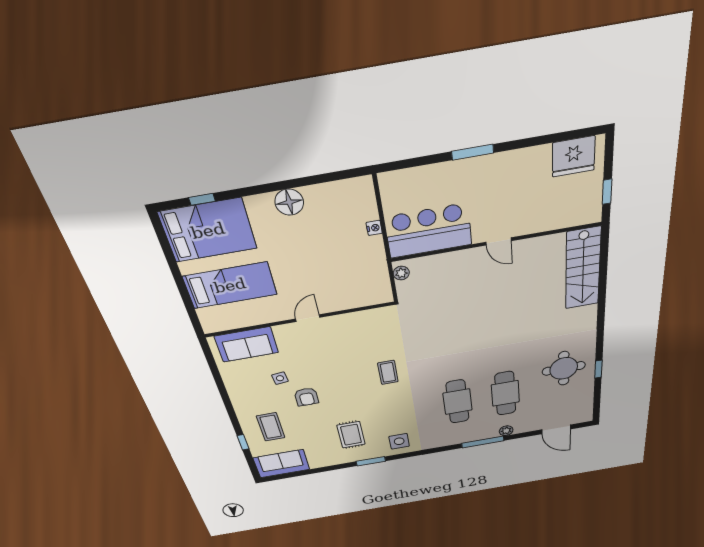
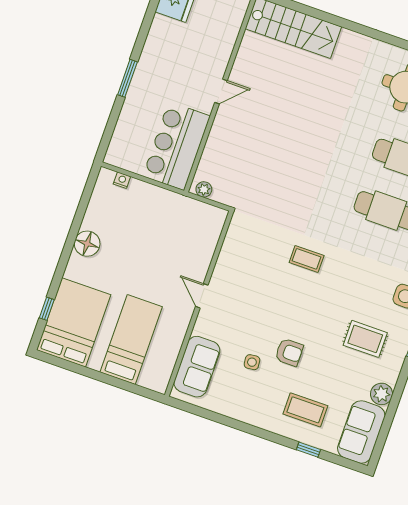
nightstand: (374, 228) -> (122, 180), moved
plant: (318, 461) -> (382, 394), added

